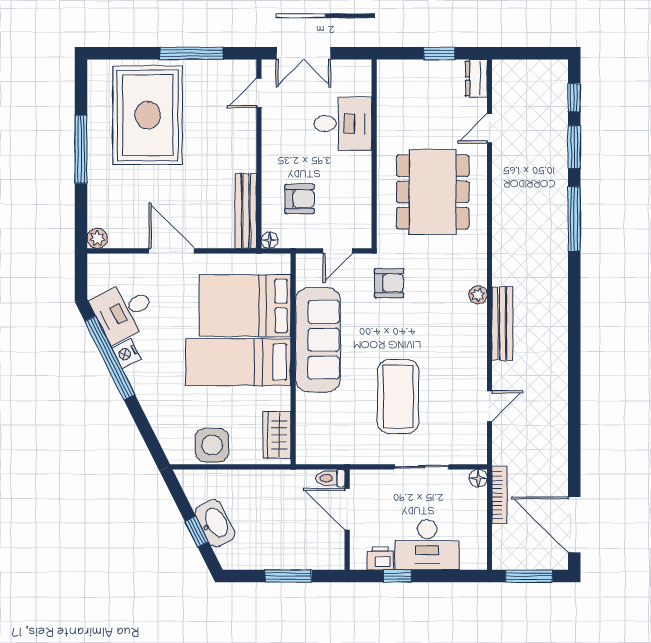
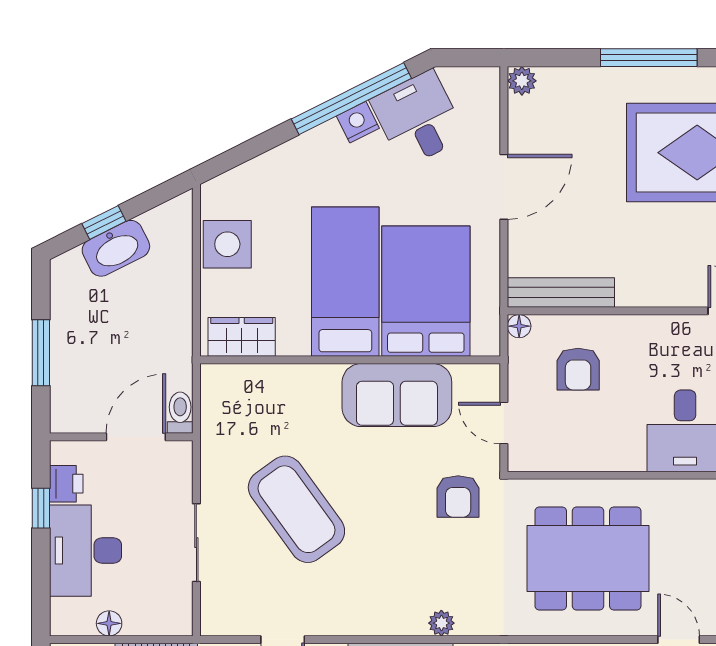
sofa: (318, 340) -> (397, 395), width x0.73
coffee table: (398, 397) -> (296, 509), turned 54
floor lamp: (478, 478) -> (109, 623), moved

